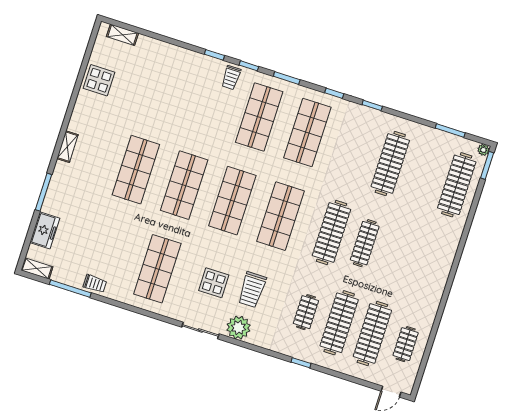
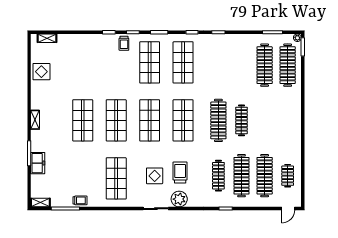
clothes rail: (390, 163) -> (265, 65), moved
freezer: (45, 230) -> (38, 163), moved
trolley: (252, 290) -> (180, 172), turned 180
clothes rail: (306, 312) -> (218, 176), width x1.36

